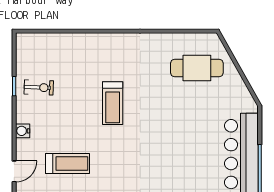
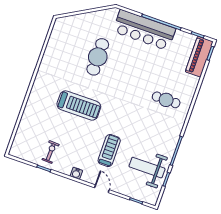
cafe table: (197, 68) -> (98, 57), moved
treadmill: (113, 103) -> (79, 105), width x1.37, depth x1.38

